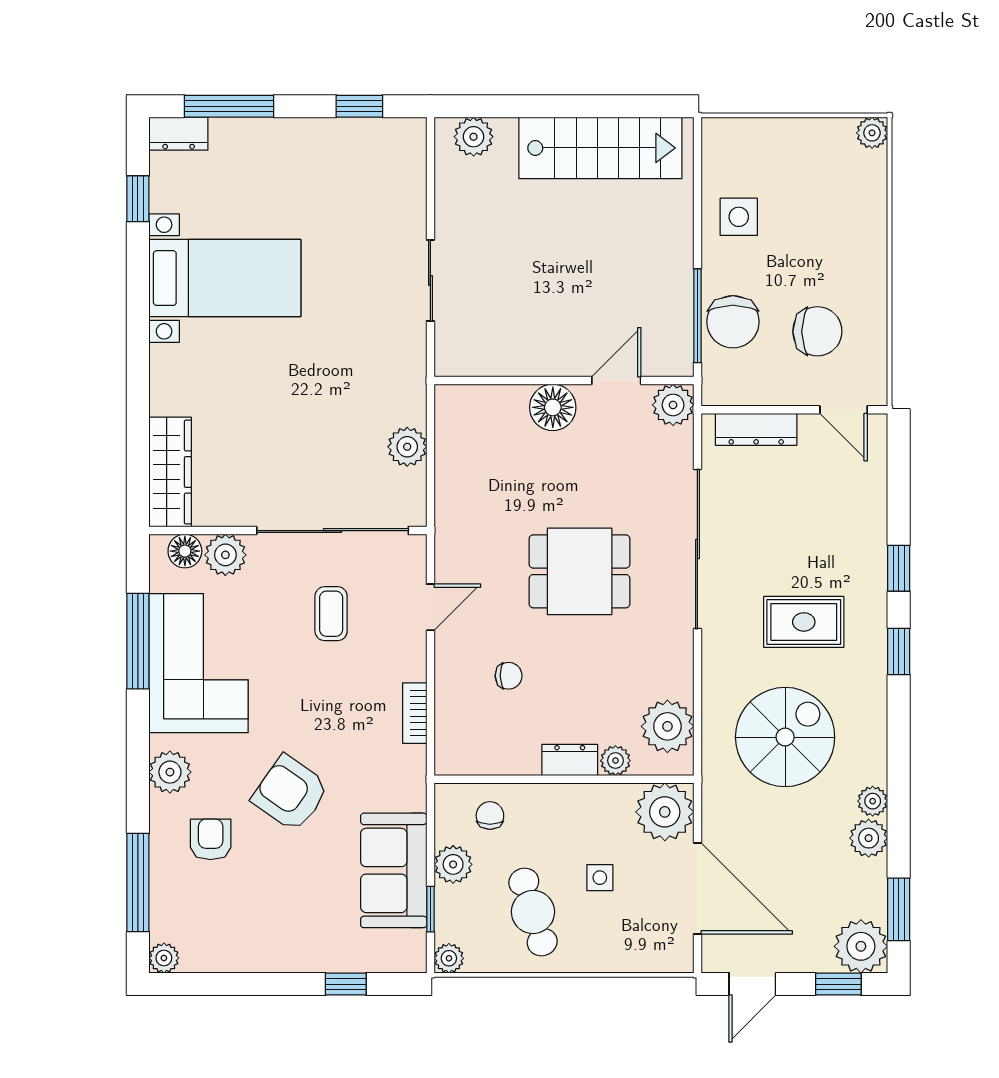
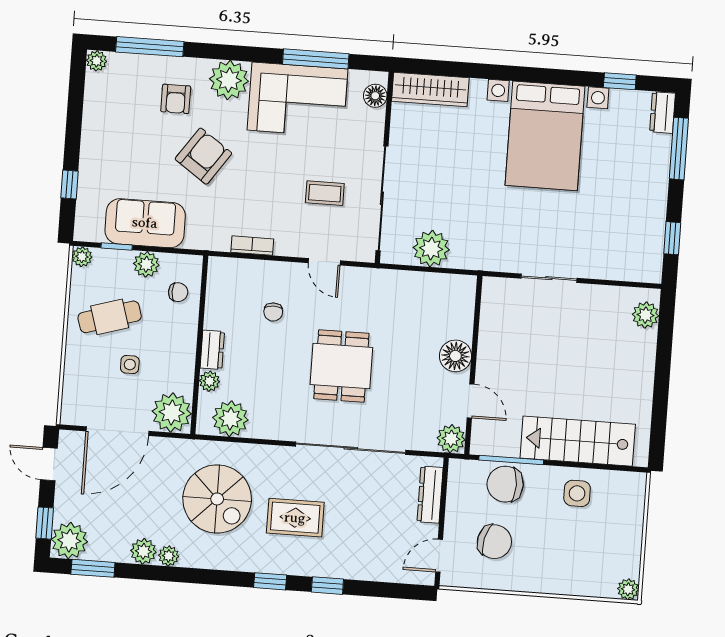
stairs: (600, 148) -> (578, 441), moved, turned 90
bed with nightstands: (225, 278) -> (545, 136), width x1.36
chair: (817, 331) -> (494, 542), turned -76
plant: (407, 447) -> (431, 249), width x1.36, depth x1.36
plant: (225, 555) -> (371, 123), removed
rug: (804, 622) -> (295, 518), turned 90
plant: (170, 772) -> (229, 80), width x1.36, depth x1.36
armchair: (211, 839) -> (176, 99), turned 90

